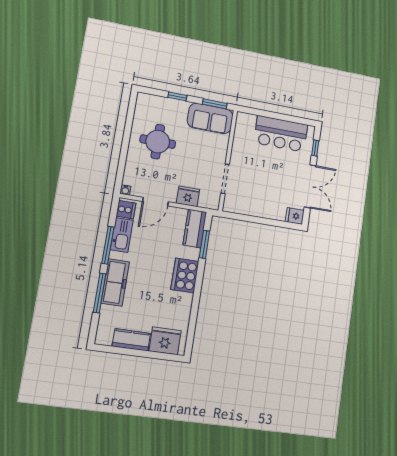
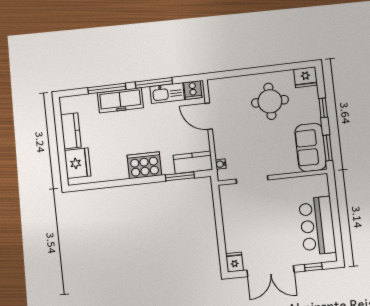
water cooler: (125, 190) -> (221, 164), moved
fridge: (188, 196) -> (306, 77), moved, turned 90

